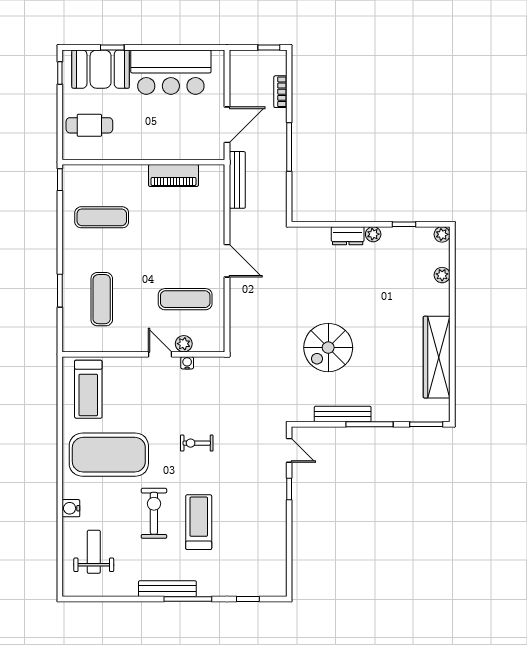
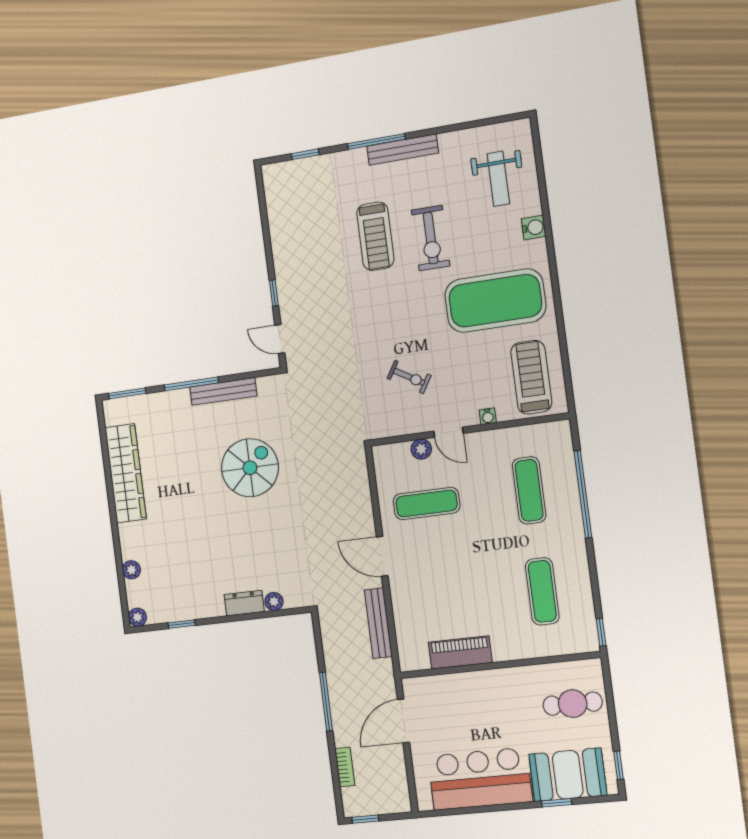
bench: (237, 180) -> (378, 623), moved
exercise mat: (102, 217) -> (542, 591), turned 90
plant: (373, 234) -> (274, 601), moved
window: (60, 291) -> (583, 494), width x2.11
water cooler: (187, 363) -> (488, 416), moved
exercise bike: (197, 443) -> (409, 377), moved, turned 31

